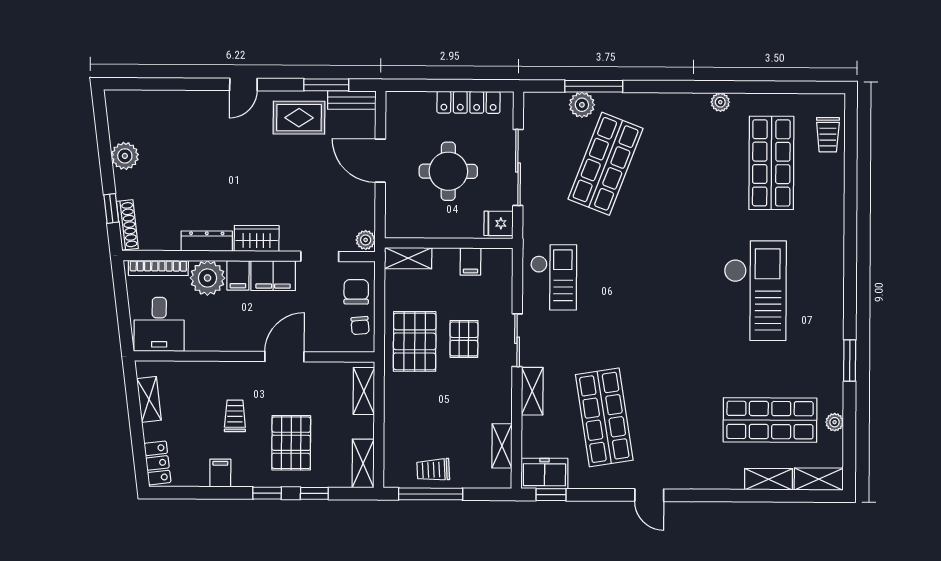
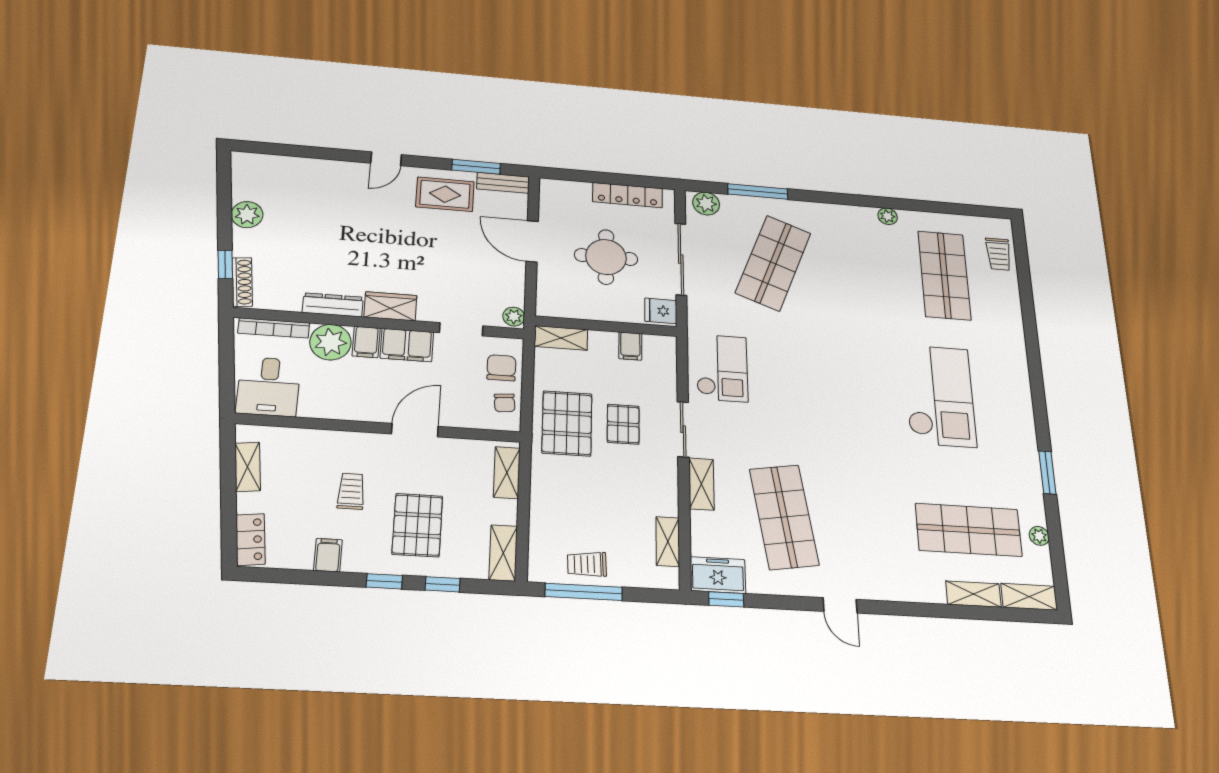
plant: (582, 105) -> (706, 204), moved

